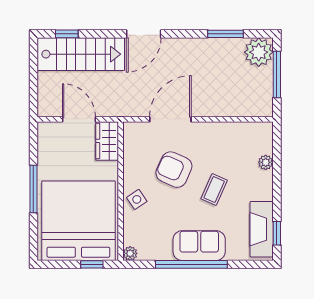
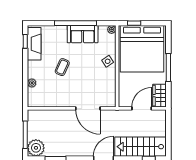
door: (79, 119) -> (142, 108), swing flipped
door: (170, 119) -> (88, 108), hinge flipped
wardrobe: (107, 141) -> (160, 96), moved, turned 180
armchair: (174, 170) -> (86, 79), removed
sofa: (199, 246) -> (83, 34), moved

